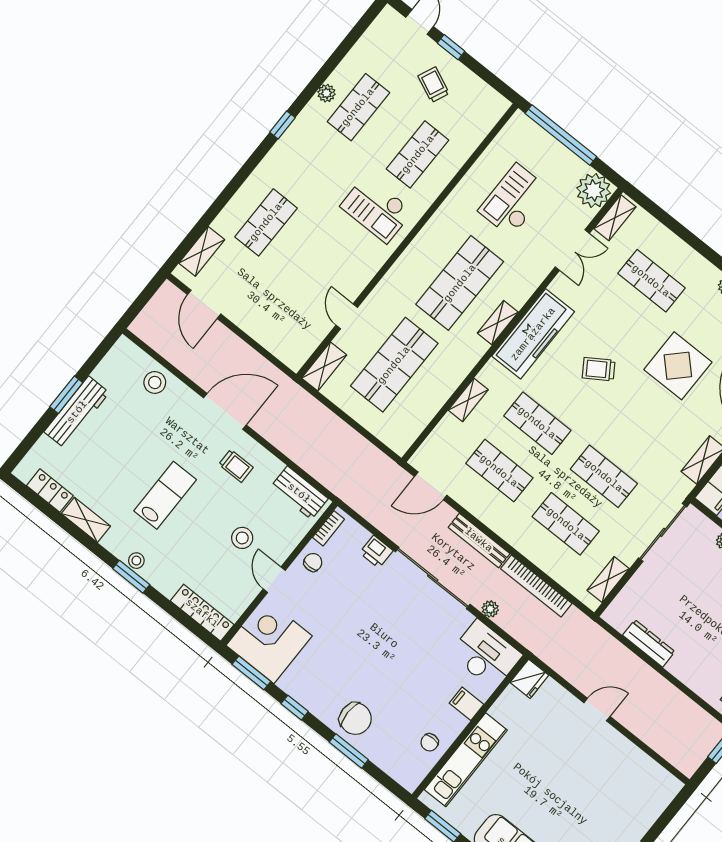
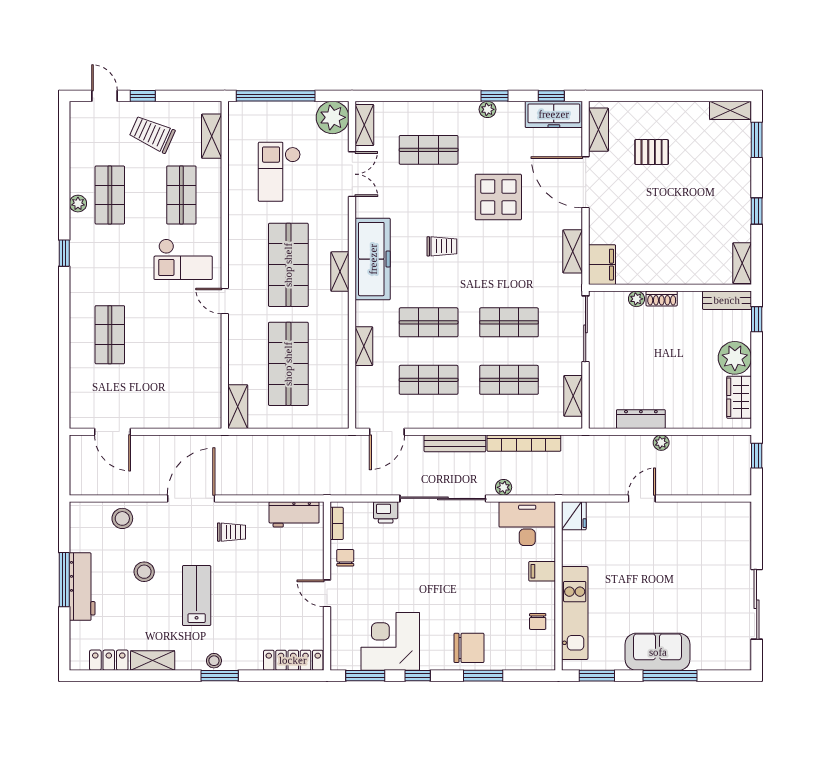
trolley: (434, 85) -> (152, 134), width x1.36, depth x1.39
shelving: (202, 251) -> (212, 136), moved
door: (347, 316) -> (225, 301), moved
trolley: (599, 369) -> (442, 246), turned -147
window: (66, 395) -> (64, 580), width x1.44
stool: (242, 538) -> (144, 572), moved
corner desk: (269, 641) -> (390, 641), moved
plant: (650, 676) -> (661, 443), added

